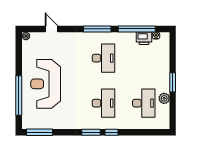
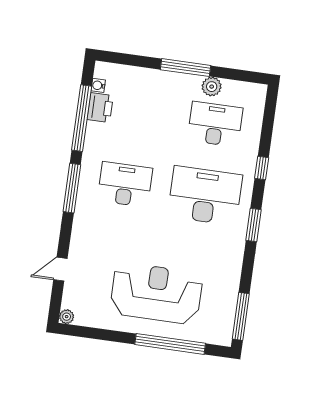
window: (173, 82) -> (185, 68), width x1.44
reception desk: (46, 84) -> (156, 293), turned 180
desk: (103, 103) -> (205, 196), width x1.36, depth x1.30
window: (111, 132) -> (262, 168), moved

